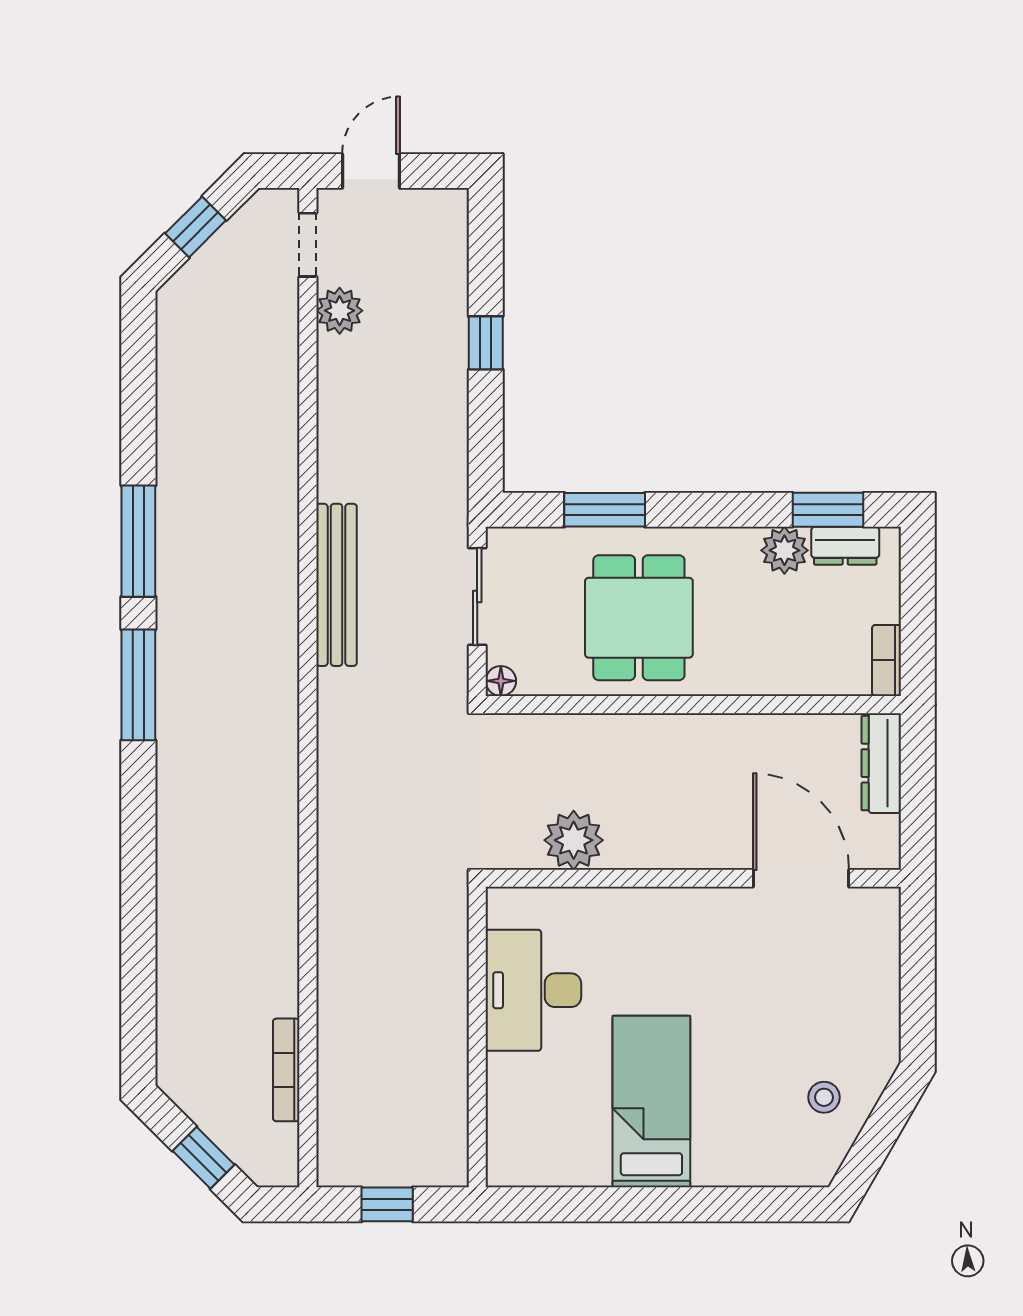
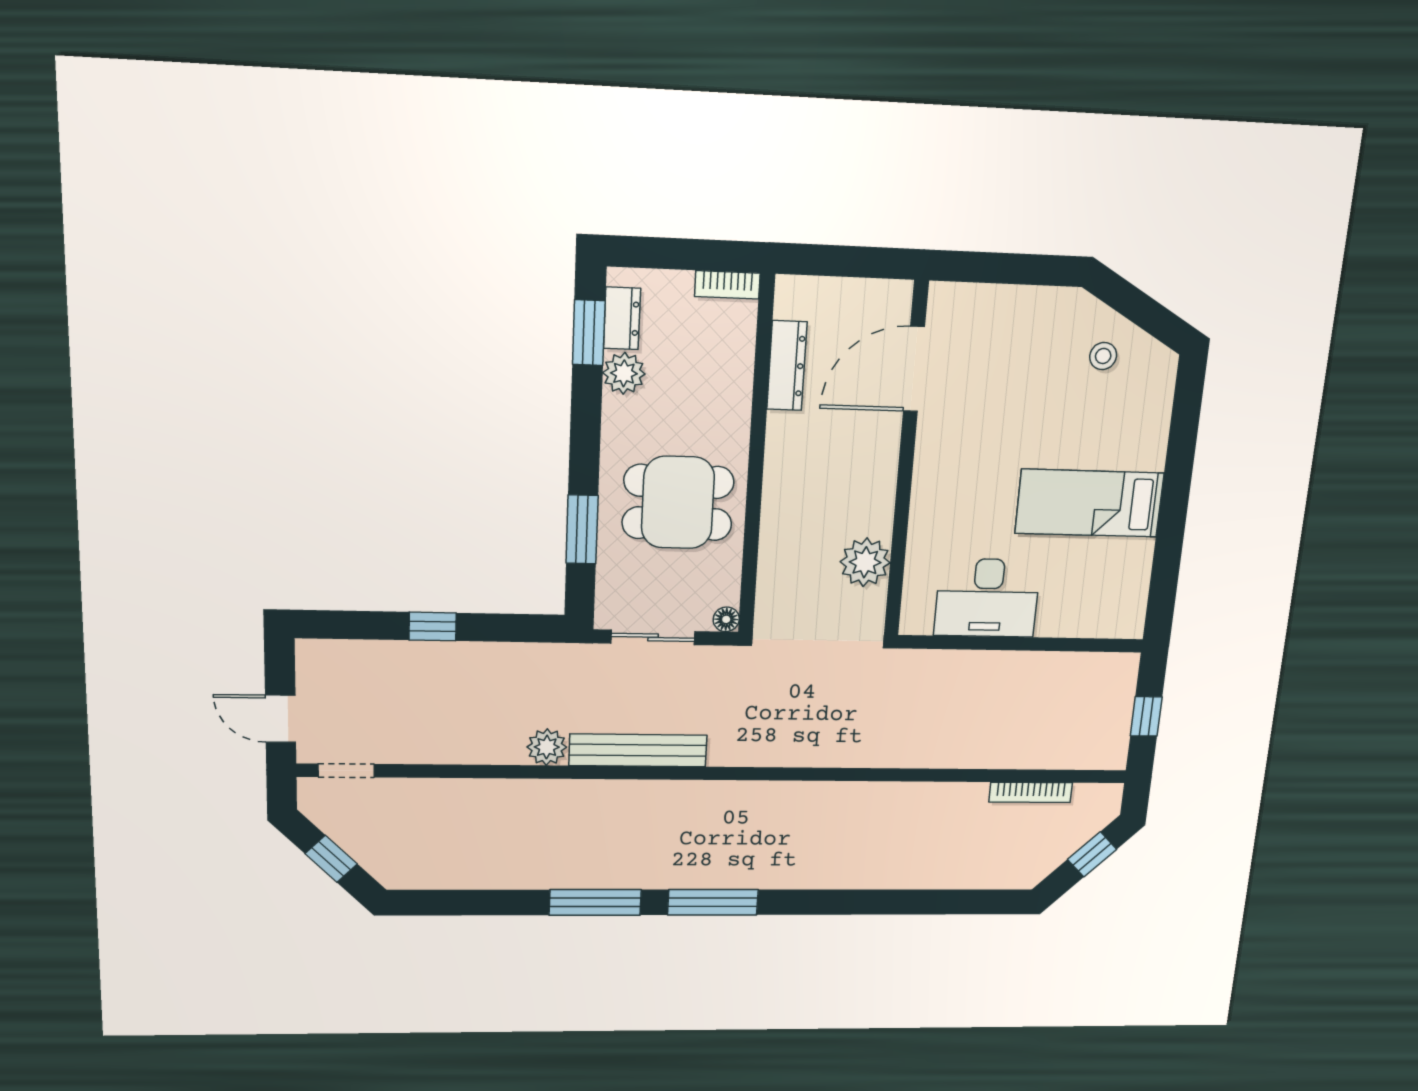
plant: (340, 311) -> (547, 747), moved
dresser: (881, 763) -> (787, 366), moved, turned -90

